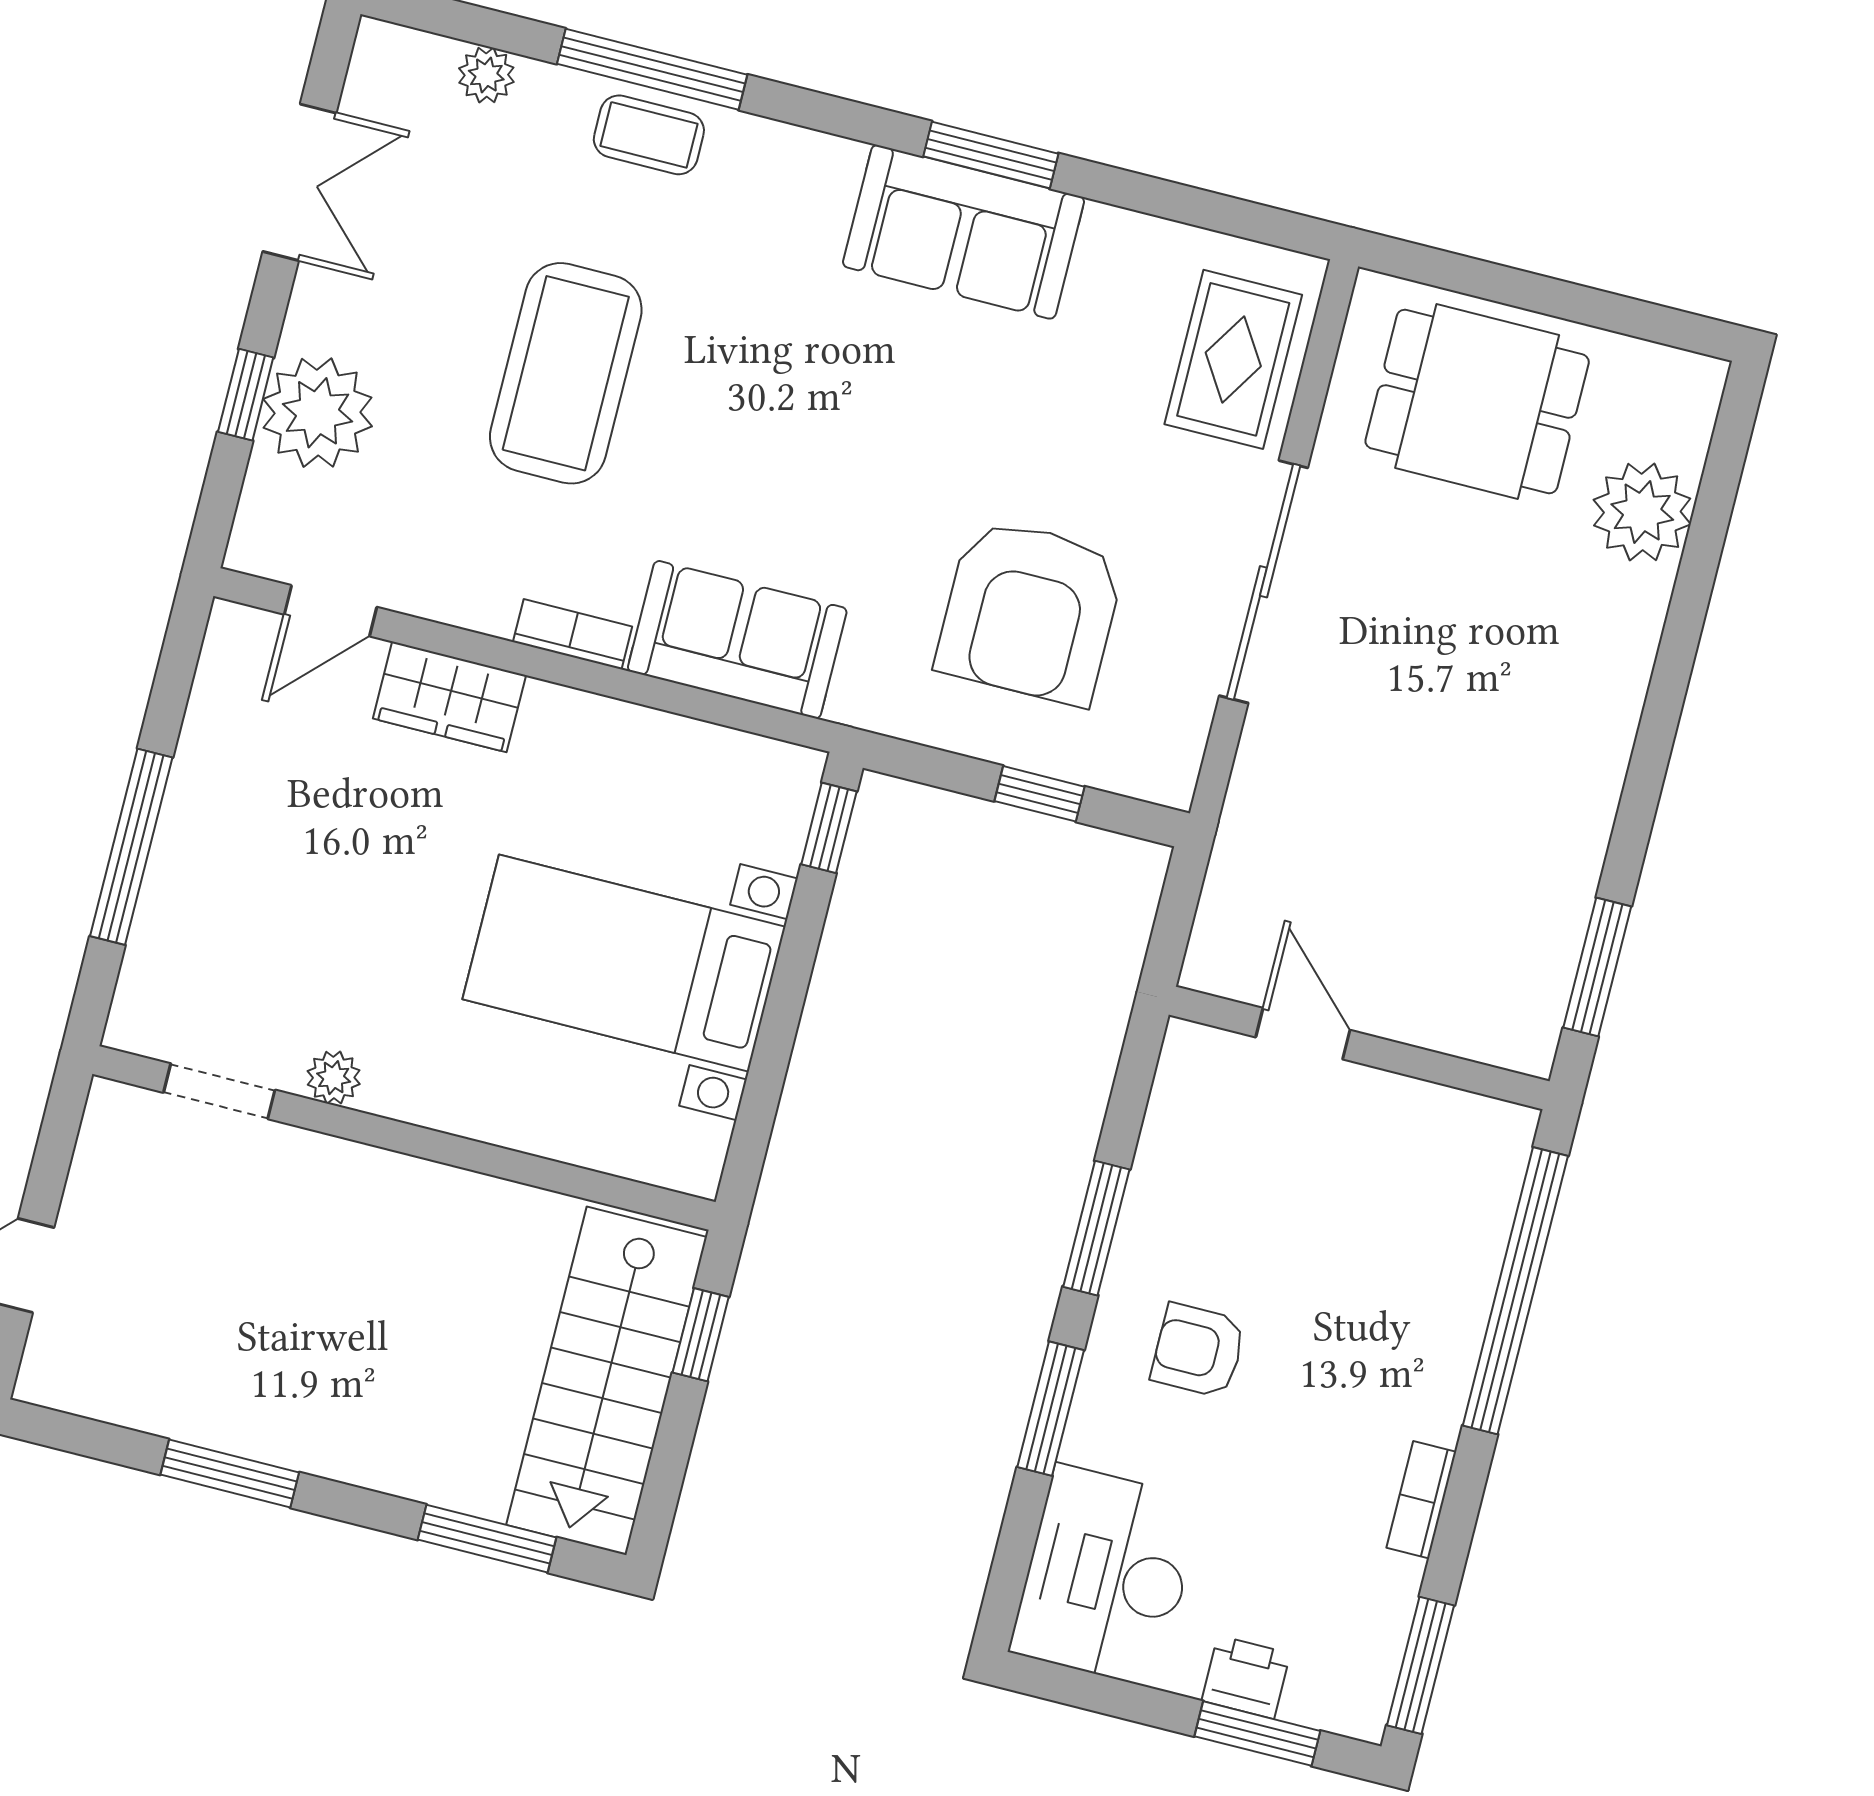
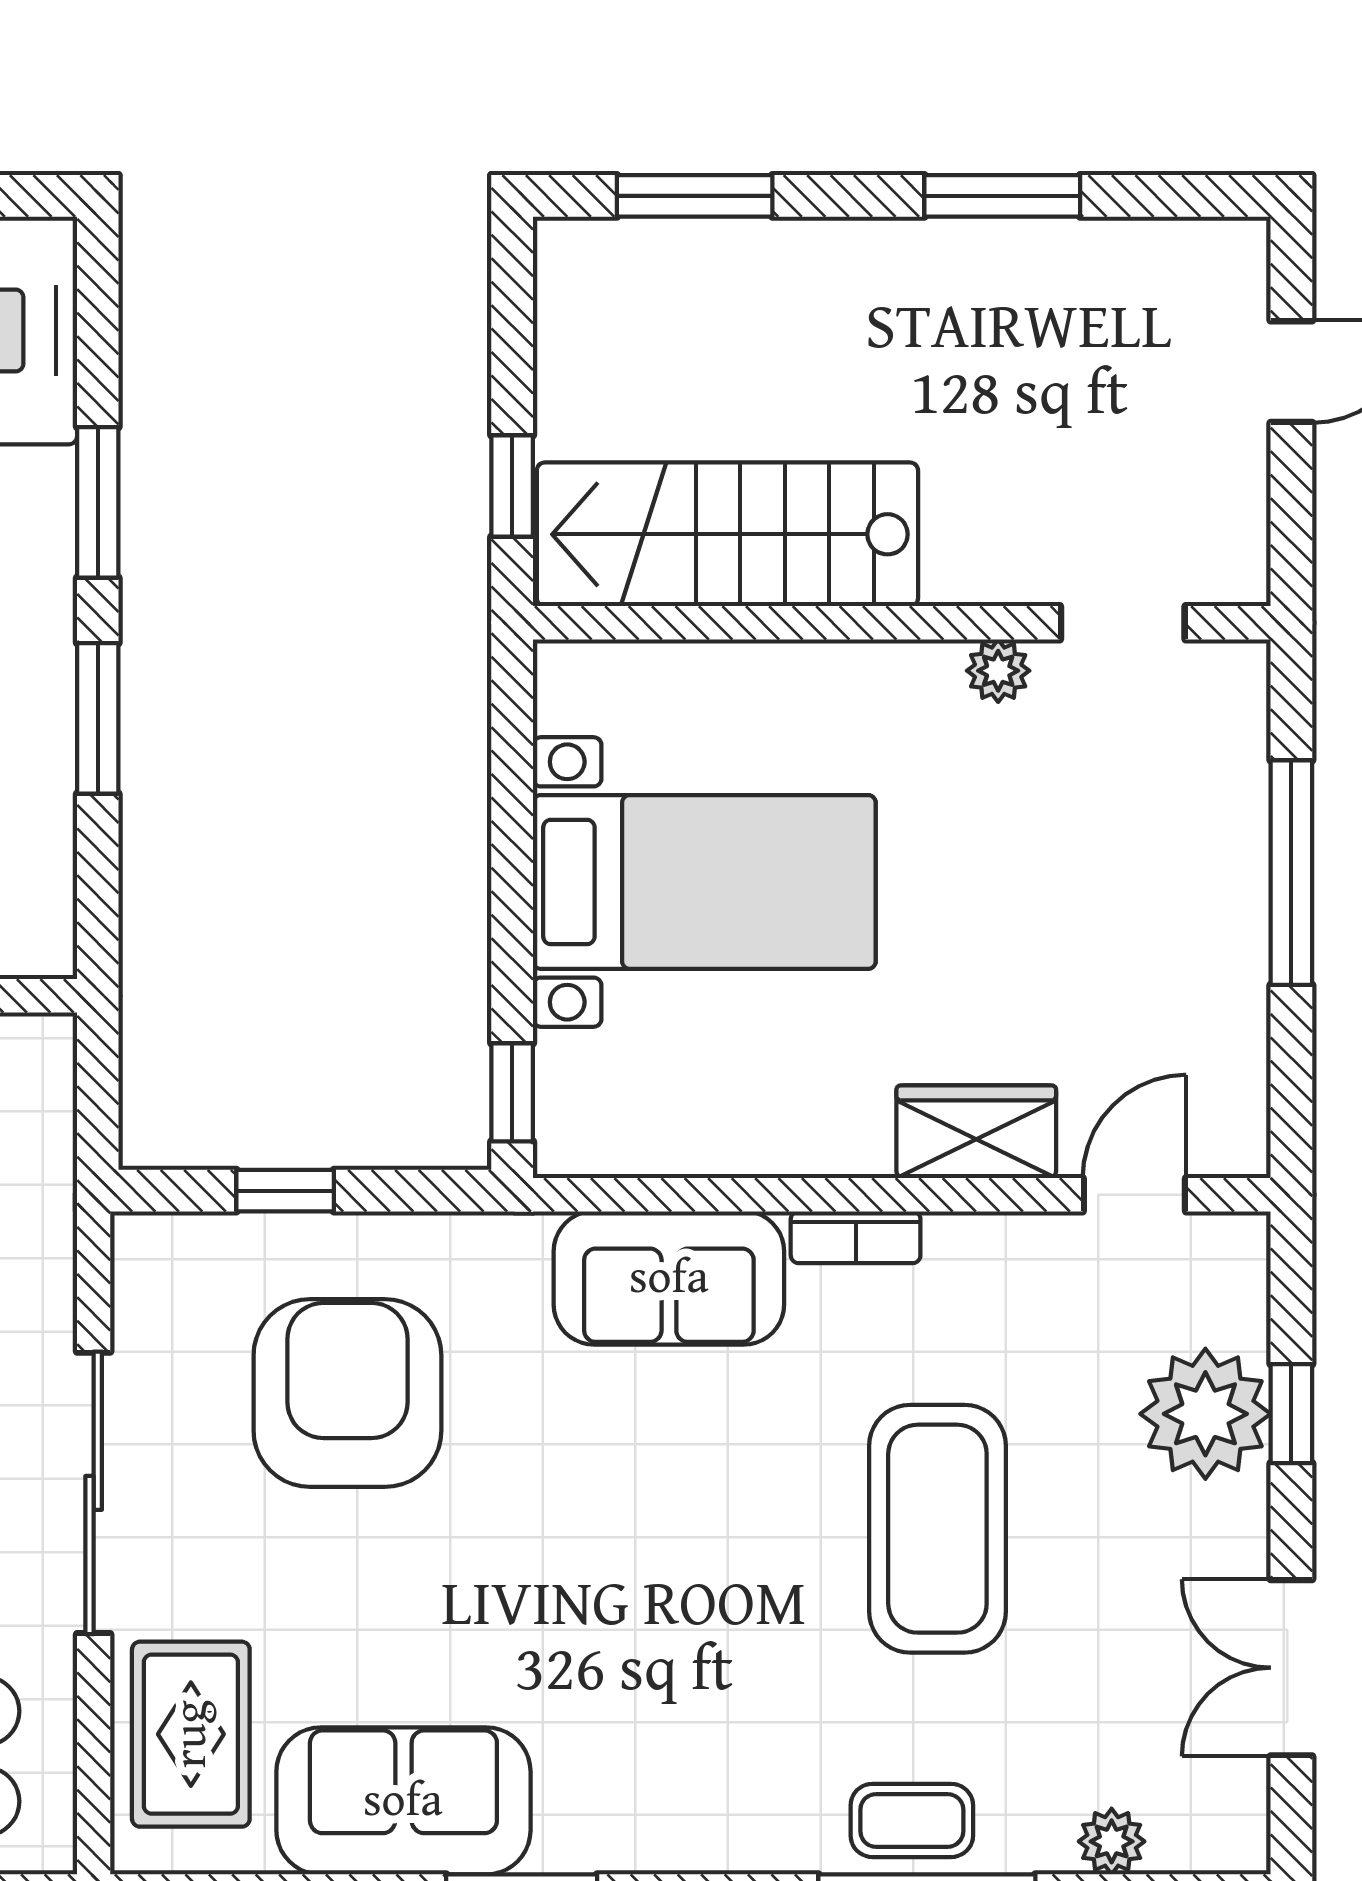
sofa: (964, 232) -> (403, 1801), moved
stairs: (607, 1381) -> (727, 534), moved, turned -90

